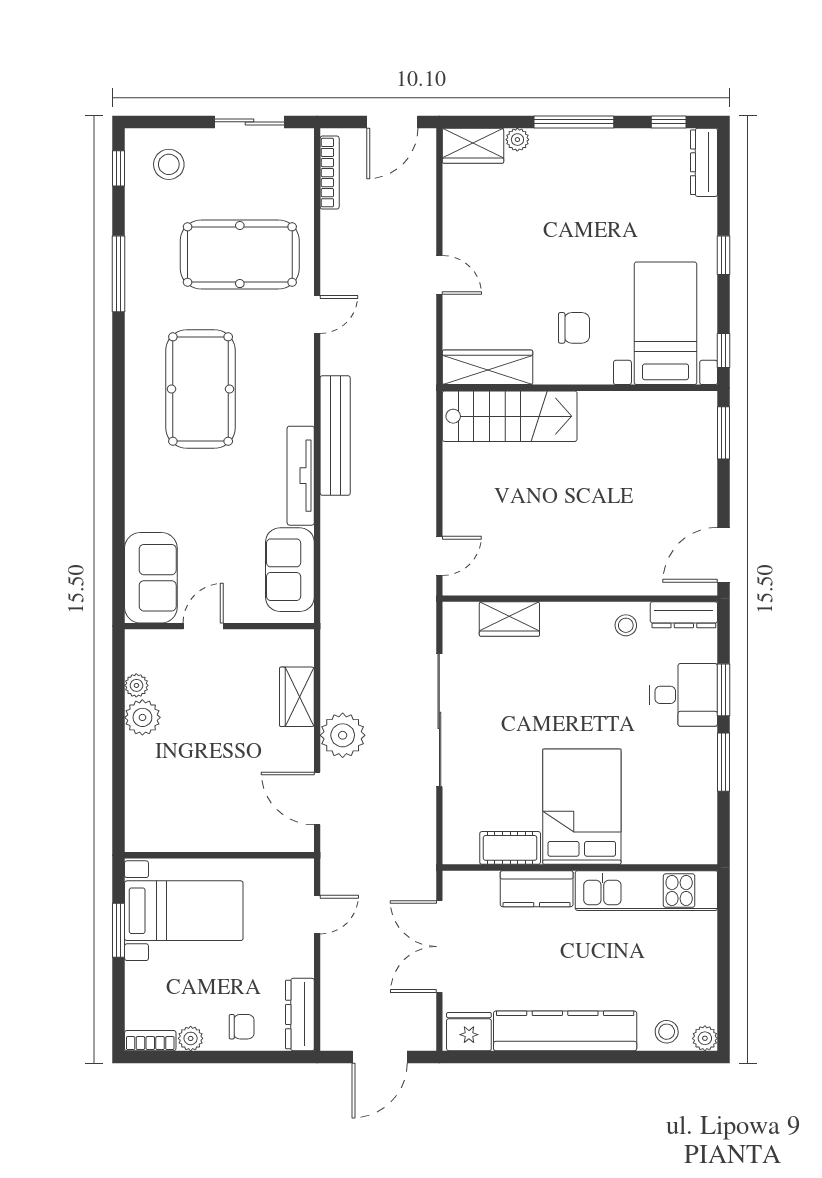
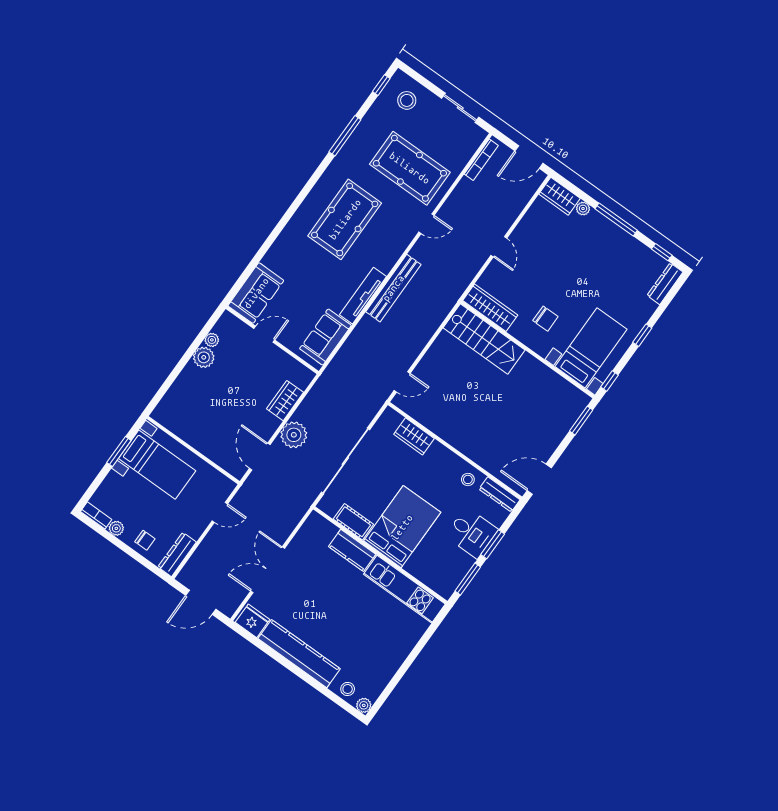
bed: (582, 807) -> (402, 527), moved
cot: (510, 848) -> (353, 522), moved
wall: (580, 867) -> (380, 555), moved
kitchen counter: (537, 889) -> (352, 550), moved
kitchen unit: (646, 891) -> (404, 589), moved

